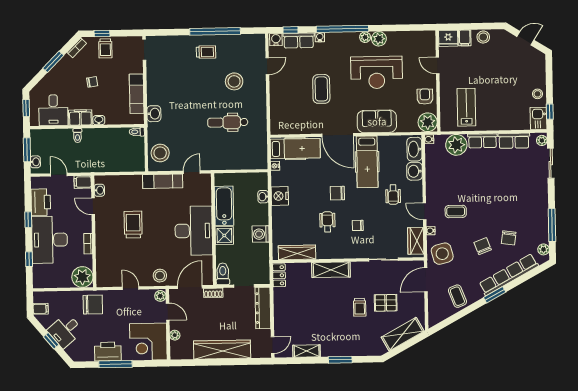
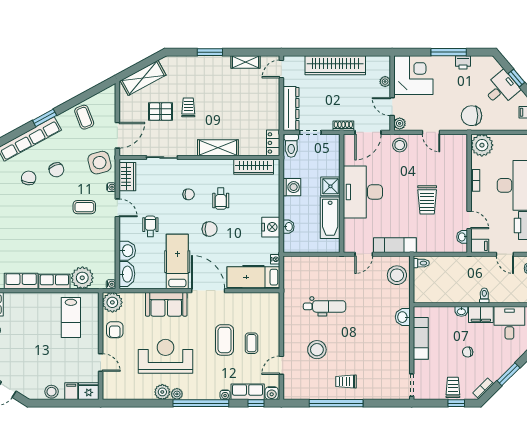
coffee table: (296, 86) -> (251, 343), added
toilet: (137, 132) -> (421, 263), moved
toilet: (223, 274) -> (291, 146), moved
printer: (108, 352) -> (463, 62), width x0.53, depth x0.68

